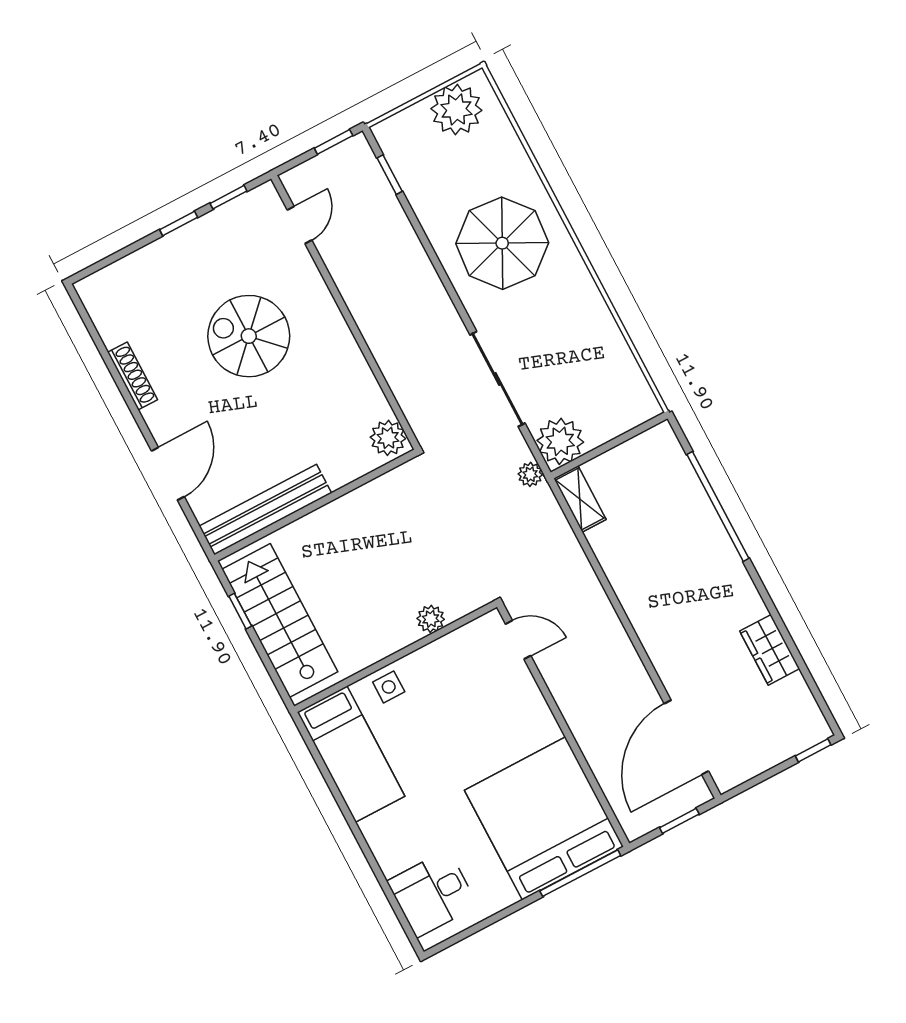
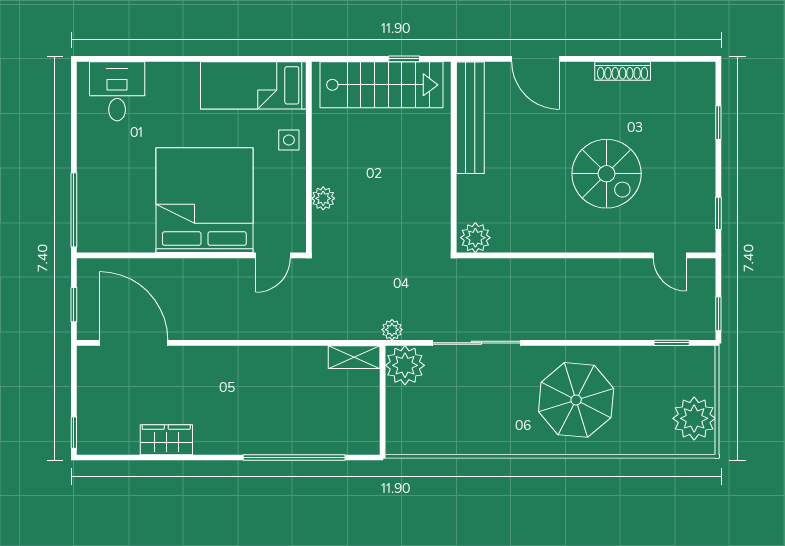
window: (179, 224) -> (718, 123), moved
spiral stairs: (249, 336) -> (607, 174), turned 90
bed: (544, 818) -> (204, 200), moved, turned -90

